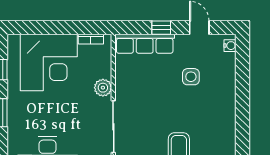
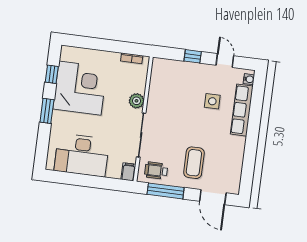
row of seats: (145, 44) -> (242, 110), moved, turned 90
corner desk: (49, 63) -> (80, 88), moved, turned -90

